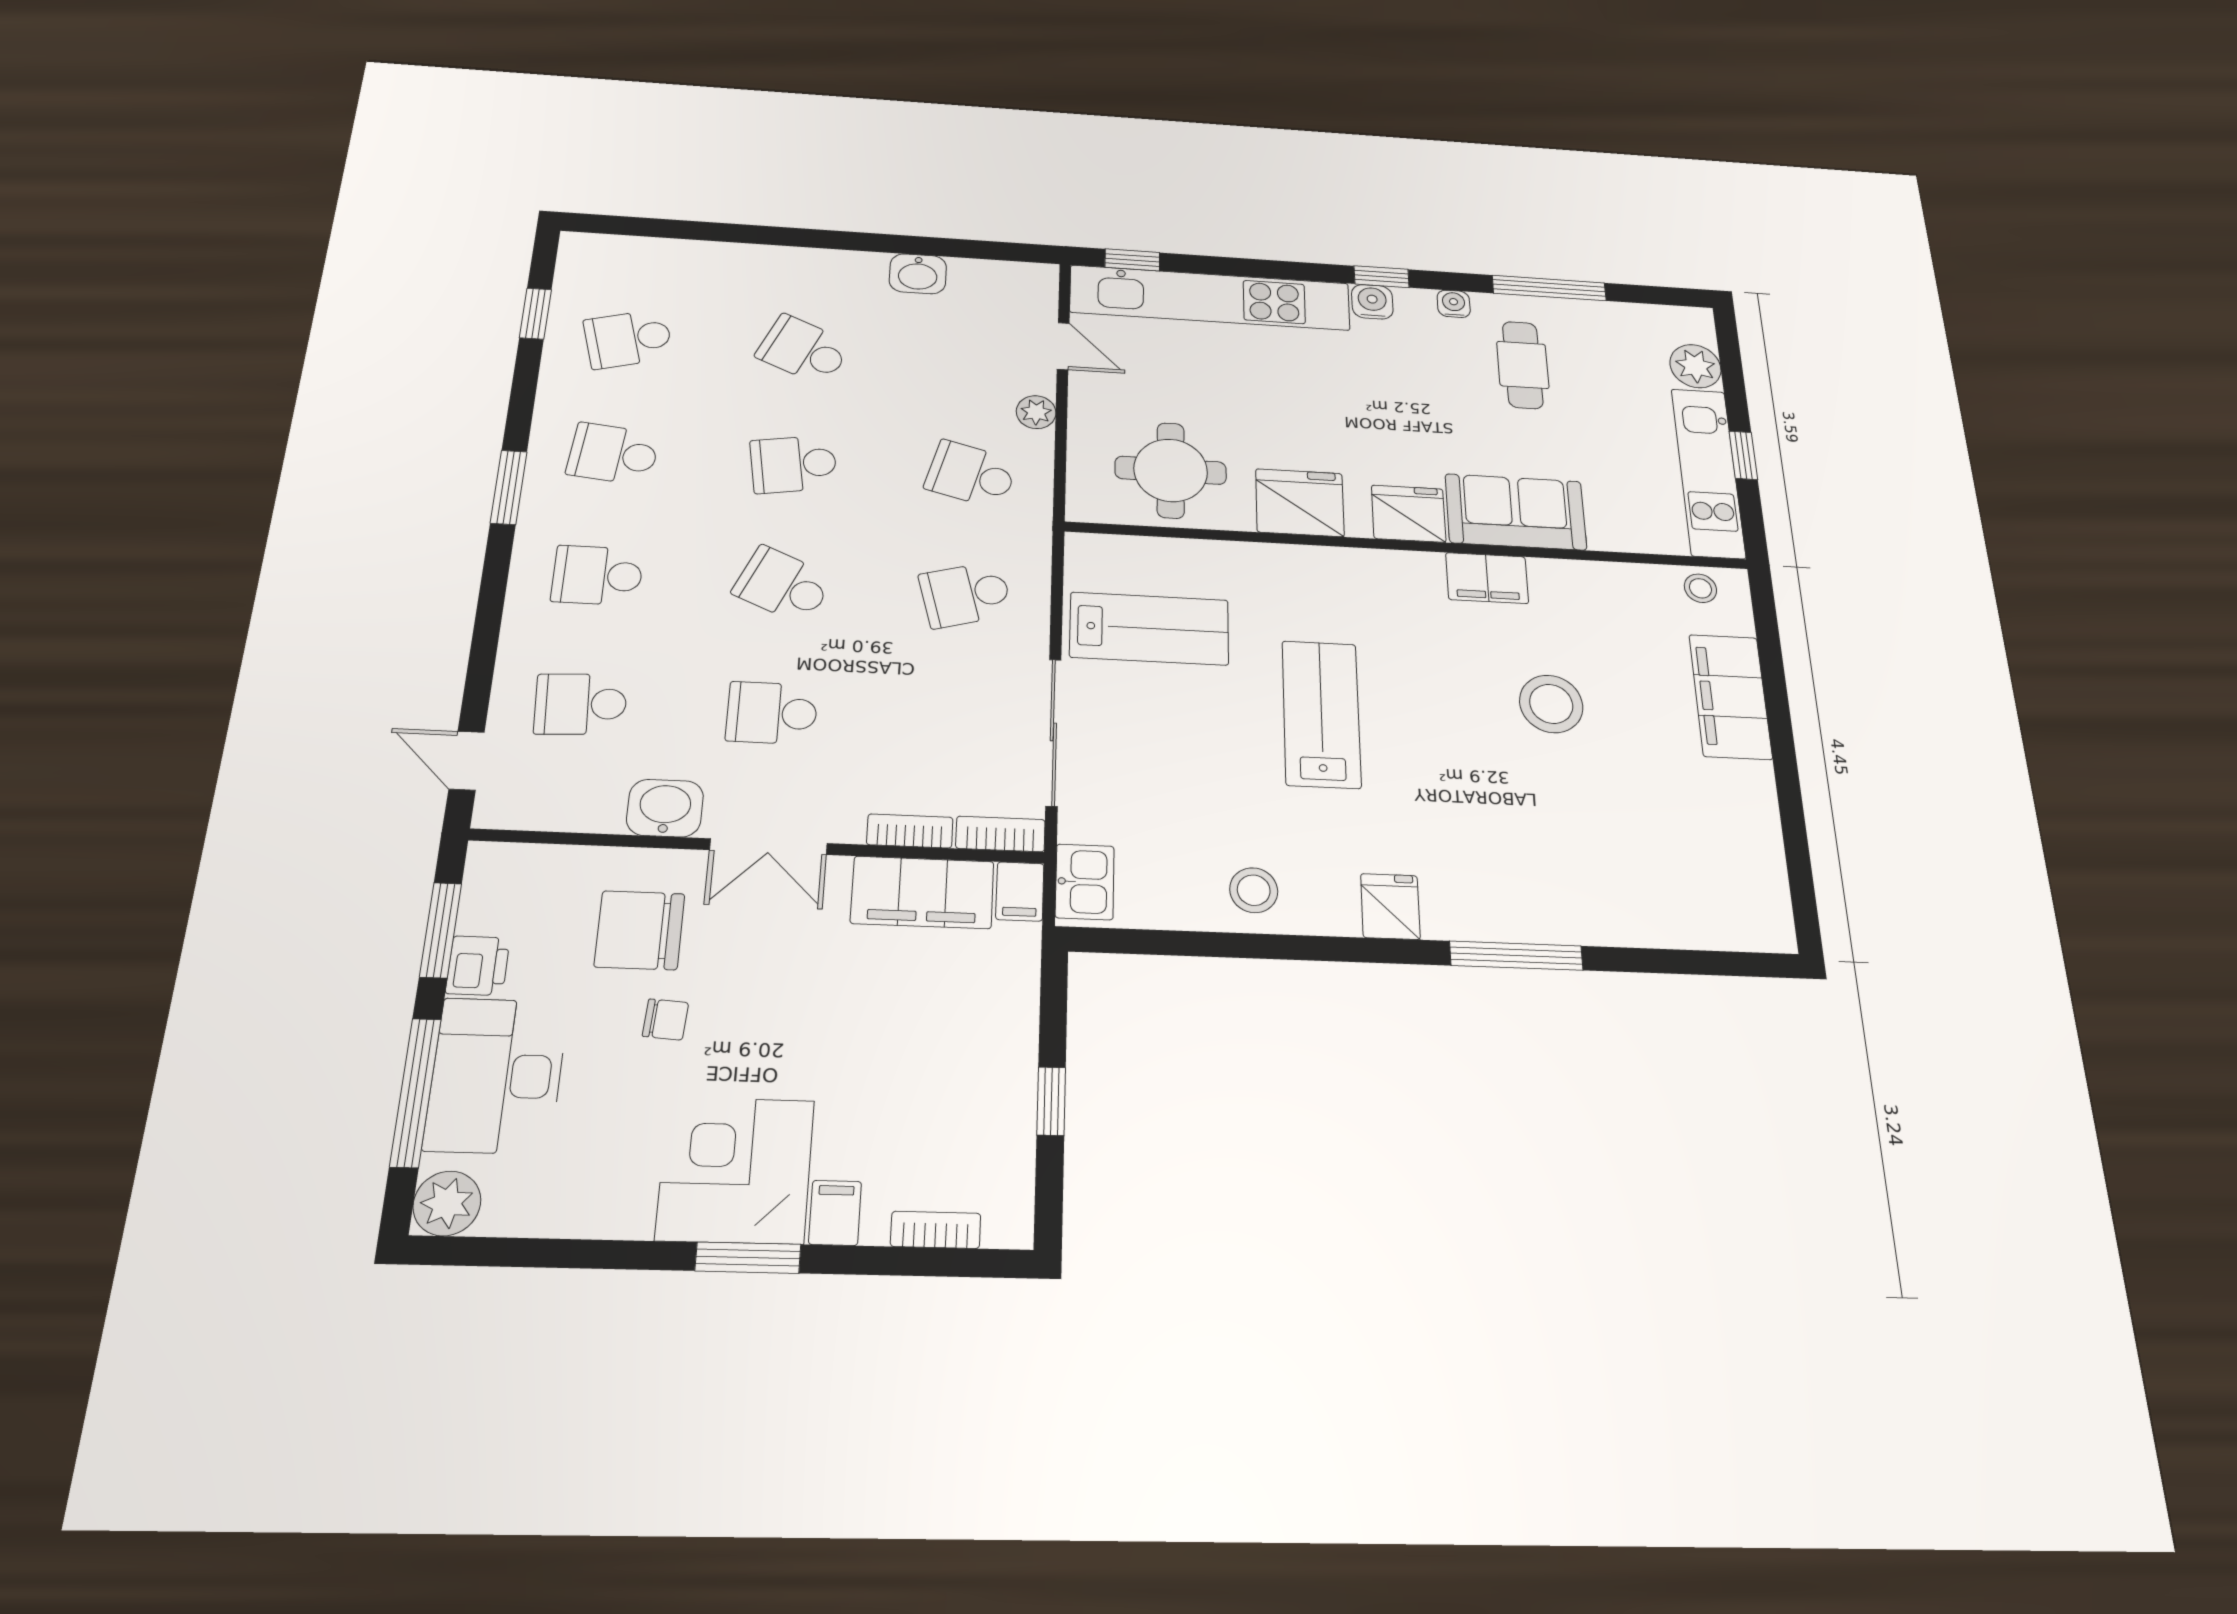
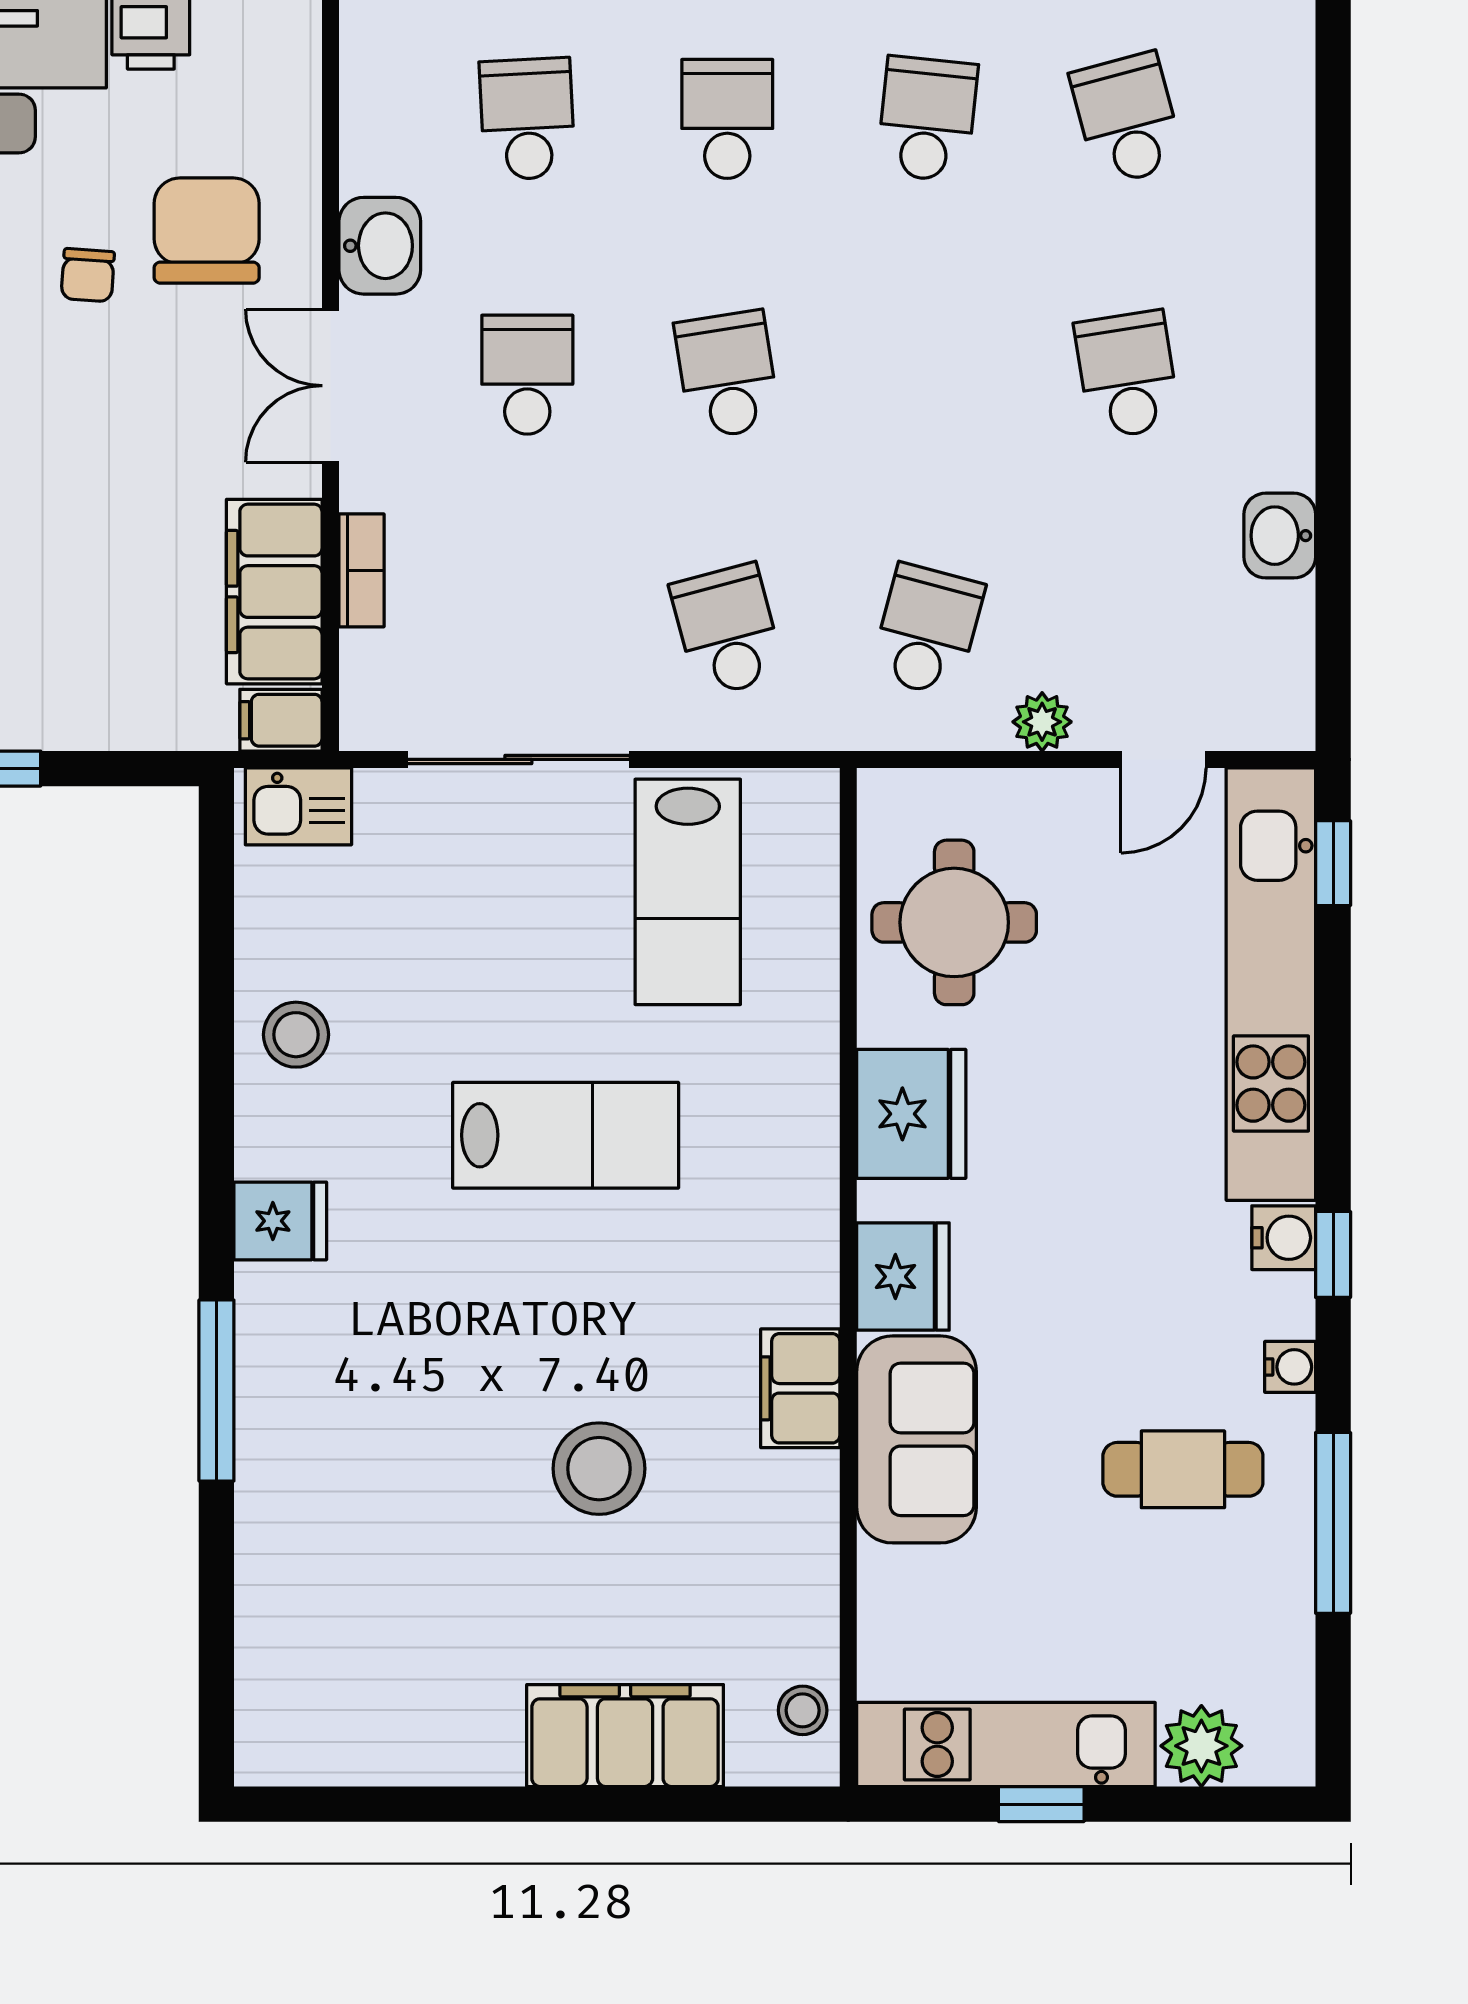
school desk: (804, 350) -> (1127, 375), turned -33
school desk: (794, 464) -> (927, 375), removed
school desk: (783, 585) -> (727, 375), turned -33
bookcase: (1001, 834) -> (363, 692), removed

